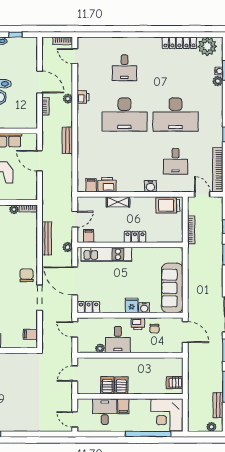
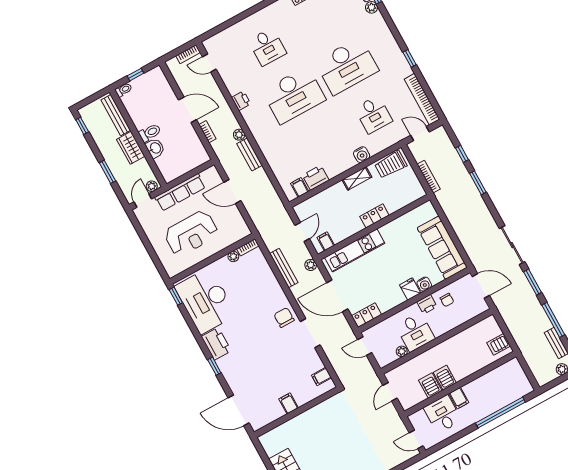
plant: (68, 99) -> (239, 135), moved
shelving: (118, 202) -> (357, 178), moved
corner desk: (167, 415) -> (509, 382), removed

